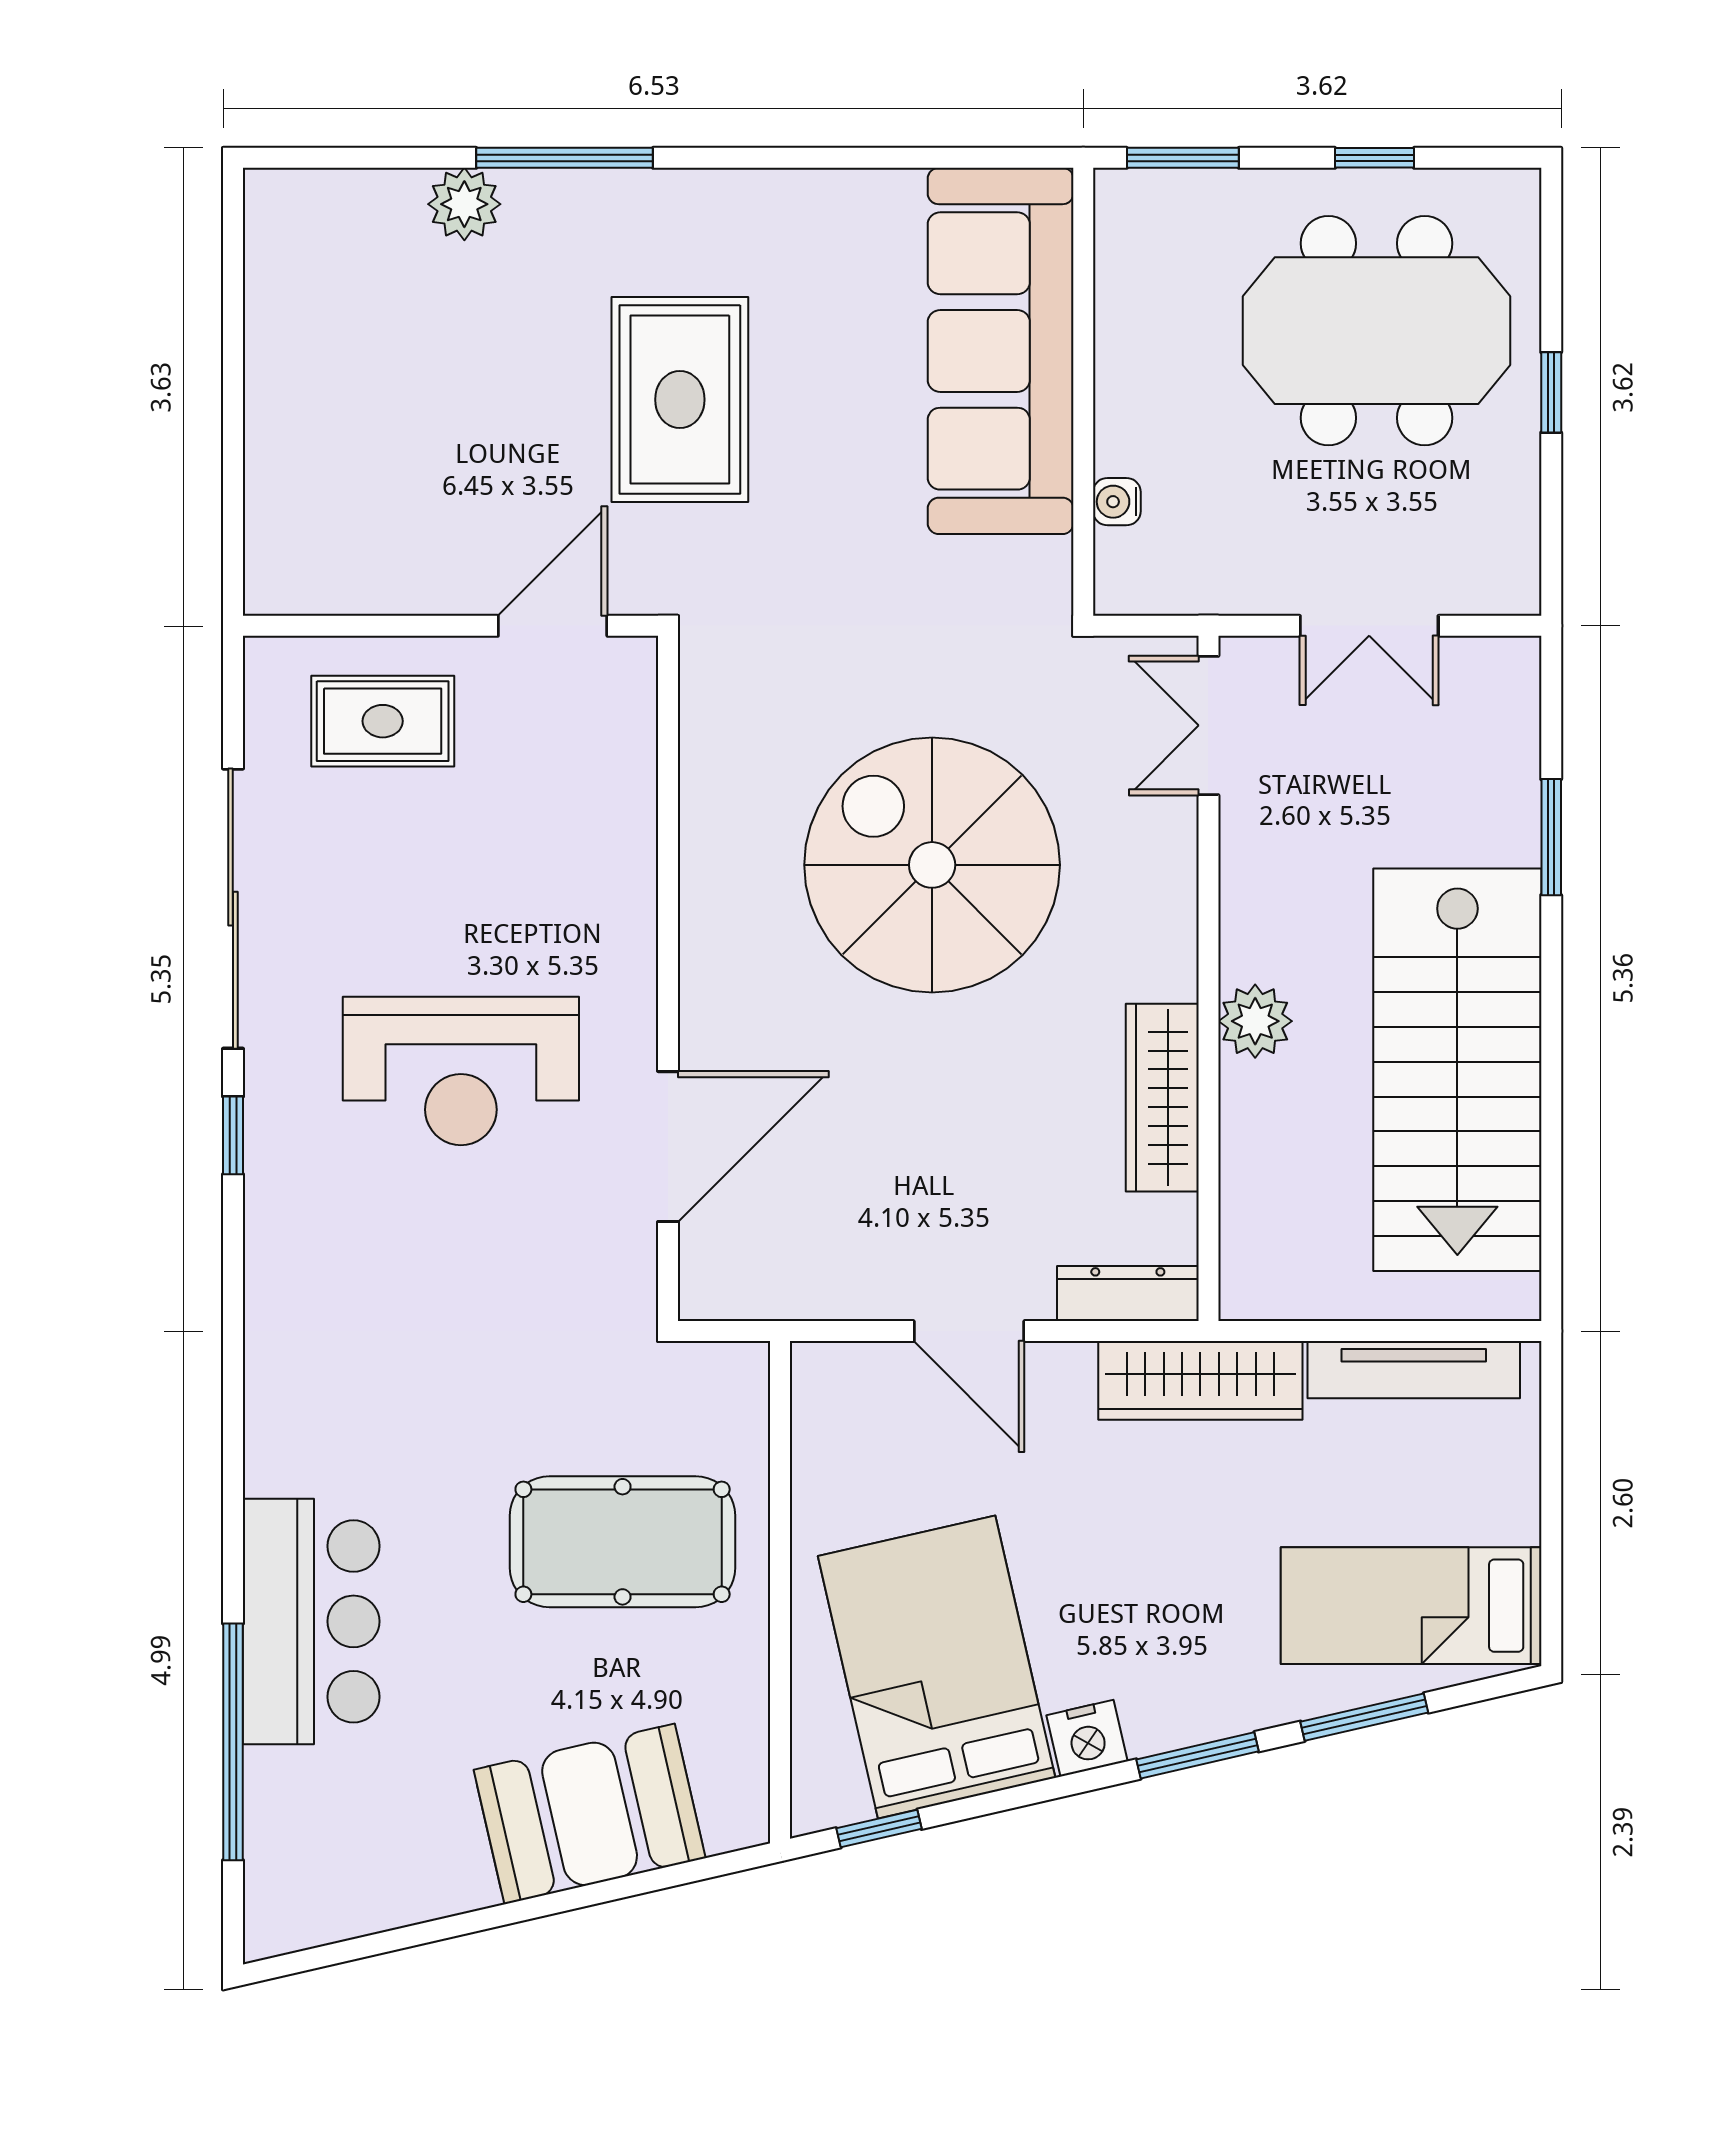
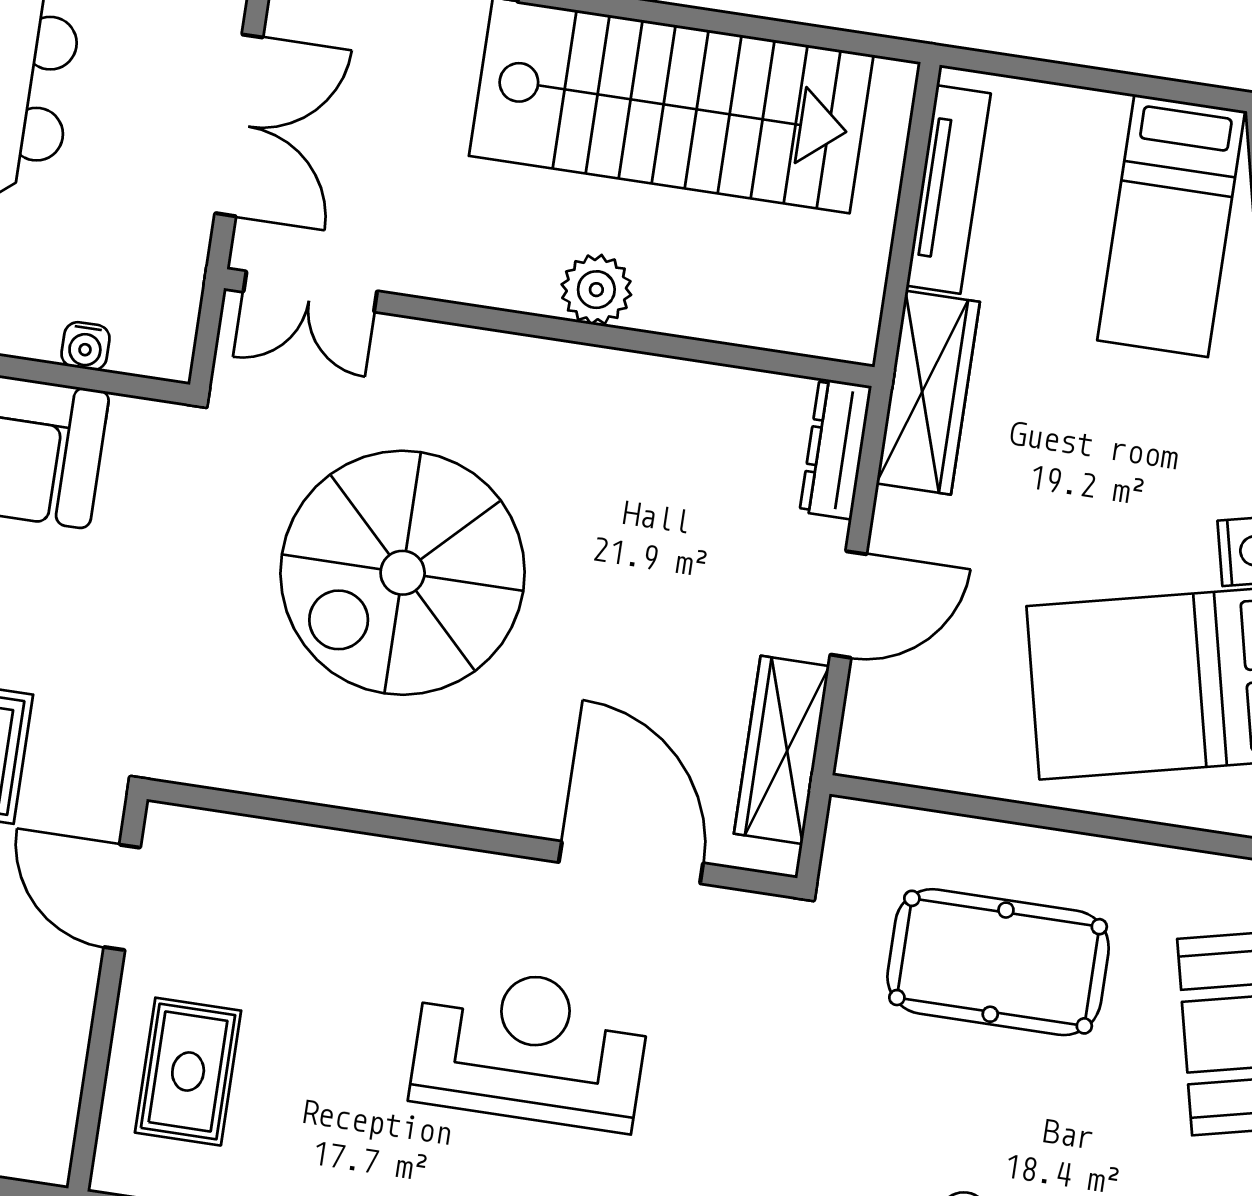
double door: (1369, 626) -> (239, 125), width x1.37
reception desk: (461, 1071) -> (530, 1048), turned -90
wardrobe: (1162, 1098) -> (782, 750), moved, turned 90
pool table: (623, 1542) -> (998, 962), turned 90

